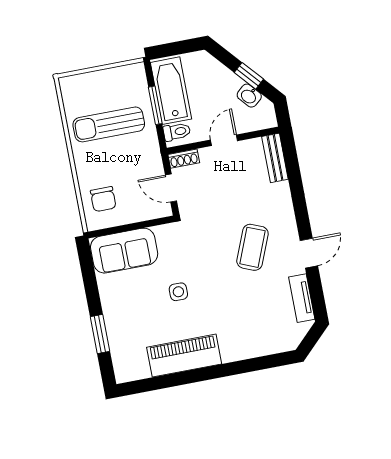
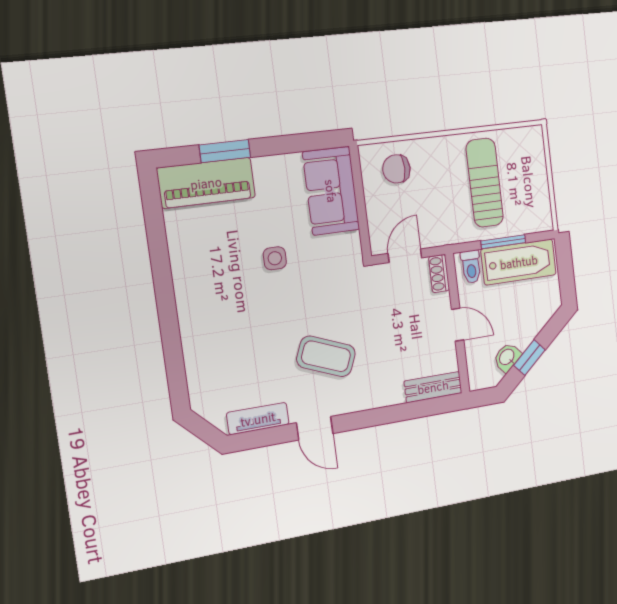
piano: (184, 356) -> (206, 183), moved, turned 90

